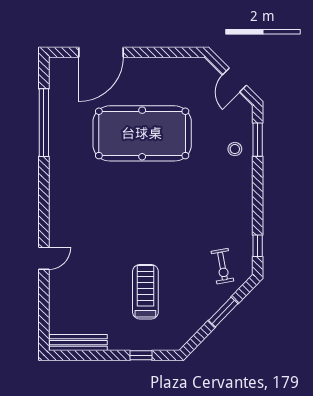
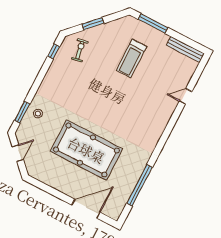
door: (44, 258) -> (186, 96), moved
window: (141, 355) -> (153, 23), width x2.17

